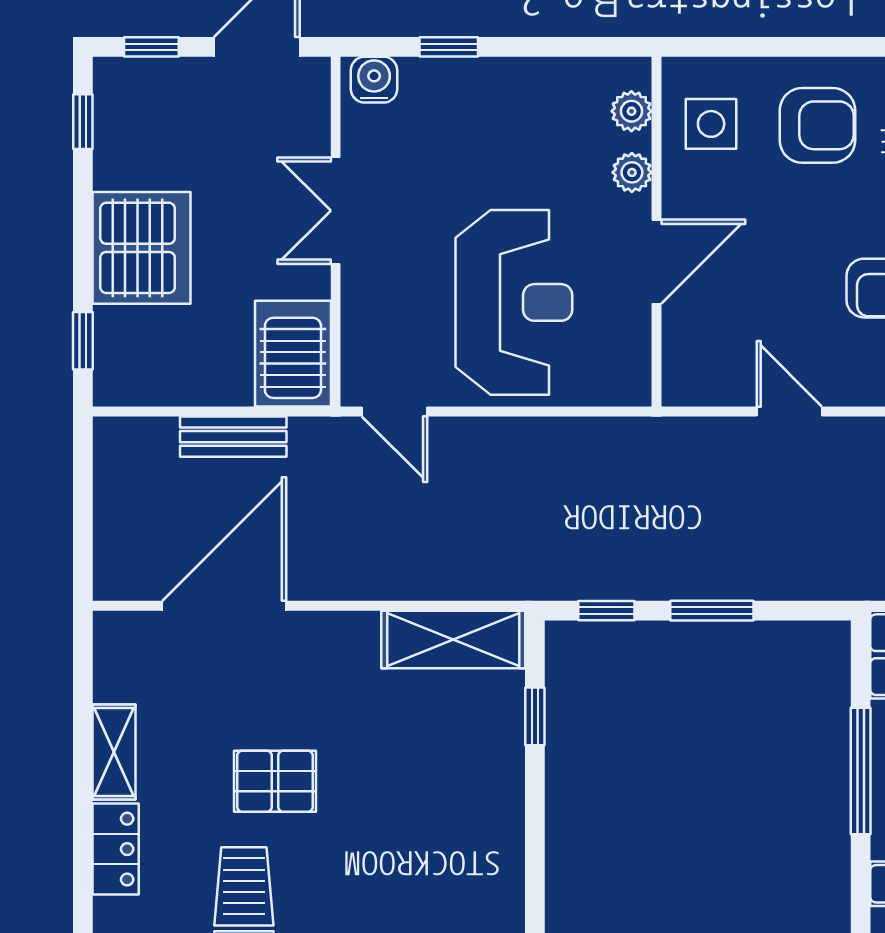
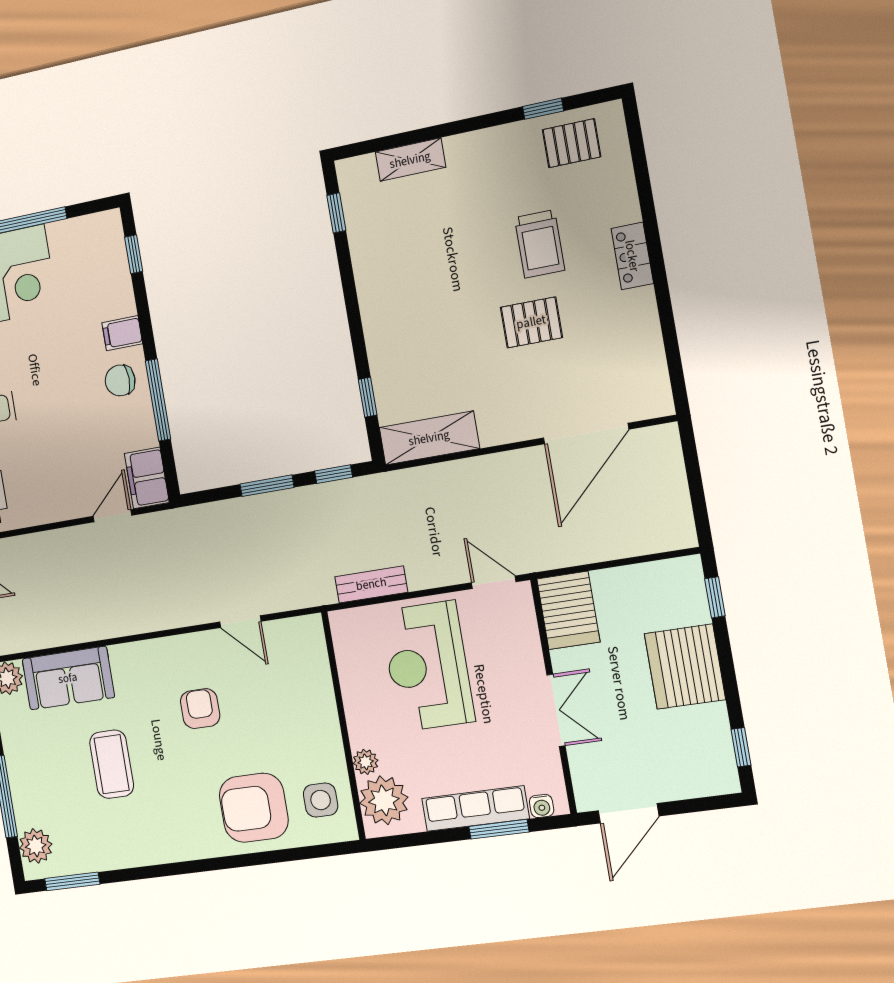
window: (151, 47) -> (702, 804), removed
window: (449, 47) -> (499, 829), width x1.50
water cooler: (374, 80) -> (542, 806), width x0.72, depth x0.72
row of seats: (478, 82) -> (475, 809), added
plant: (631, 111) -> (384, 800), width x1.88, depth x1.88
armchair: (817, 125) -> (254, 808), width x1.36, depth x1.36
door: (656, 262) -> (340, 706), removed
bench: (233, 437) -> (371, 584), moved
shelving: (114, 752) -> (645, 321), removed

